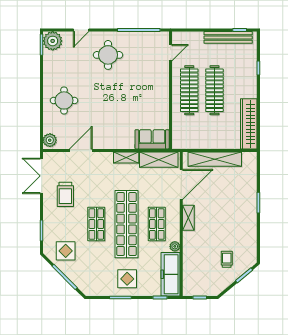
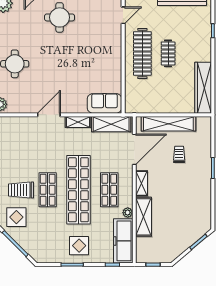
clothes rail: (214, 90) -> (168, 53), width x0.54, depth x0.76
door: (81, 151) -> (49, 115), moved
trolley: (65, 194) -> (21, 190), moved, turned 90
shelving: (190, 251) -> (144, 217), added
trolley: (227, 259) -> (179, 154), moved

